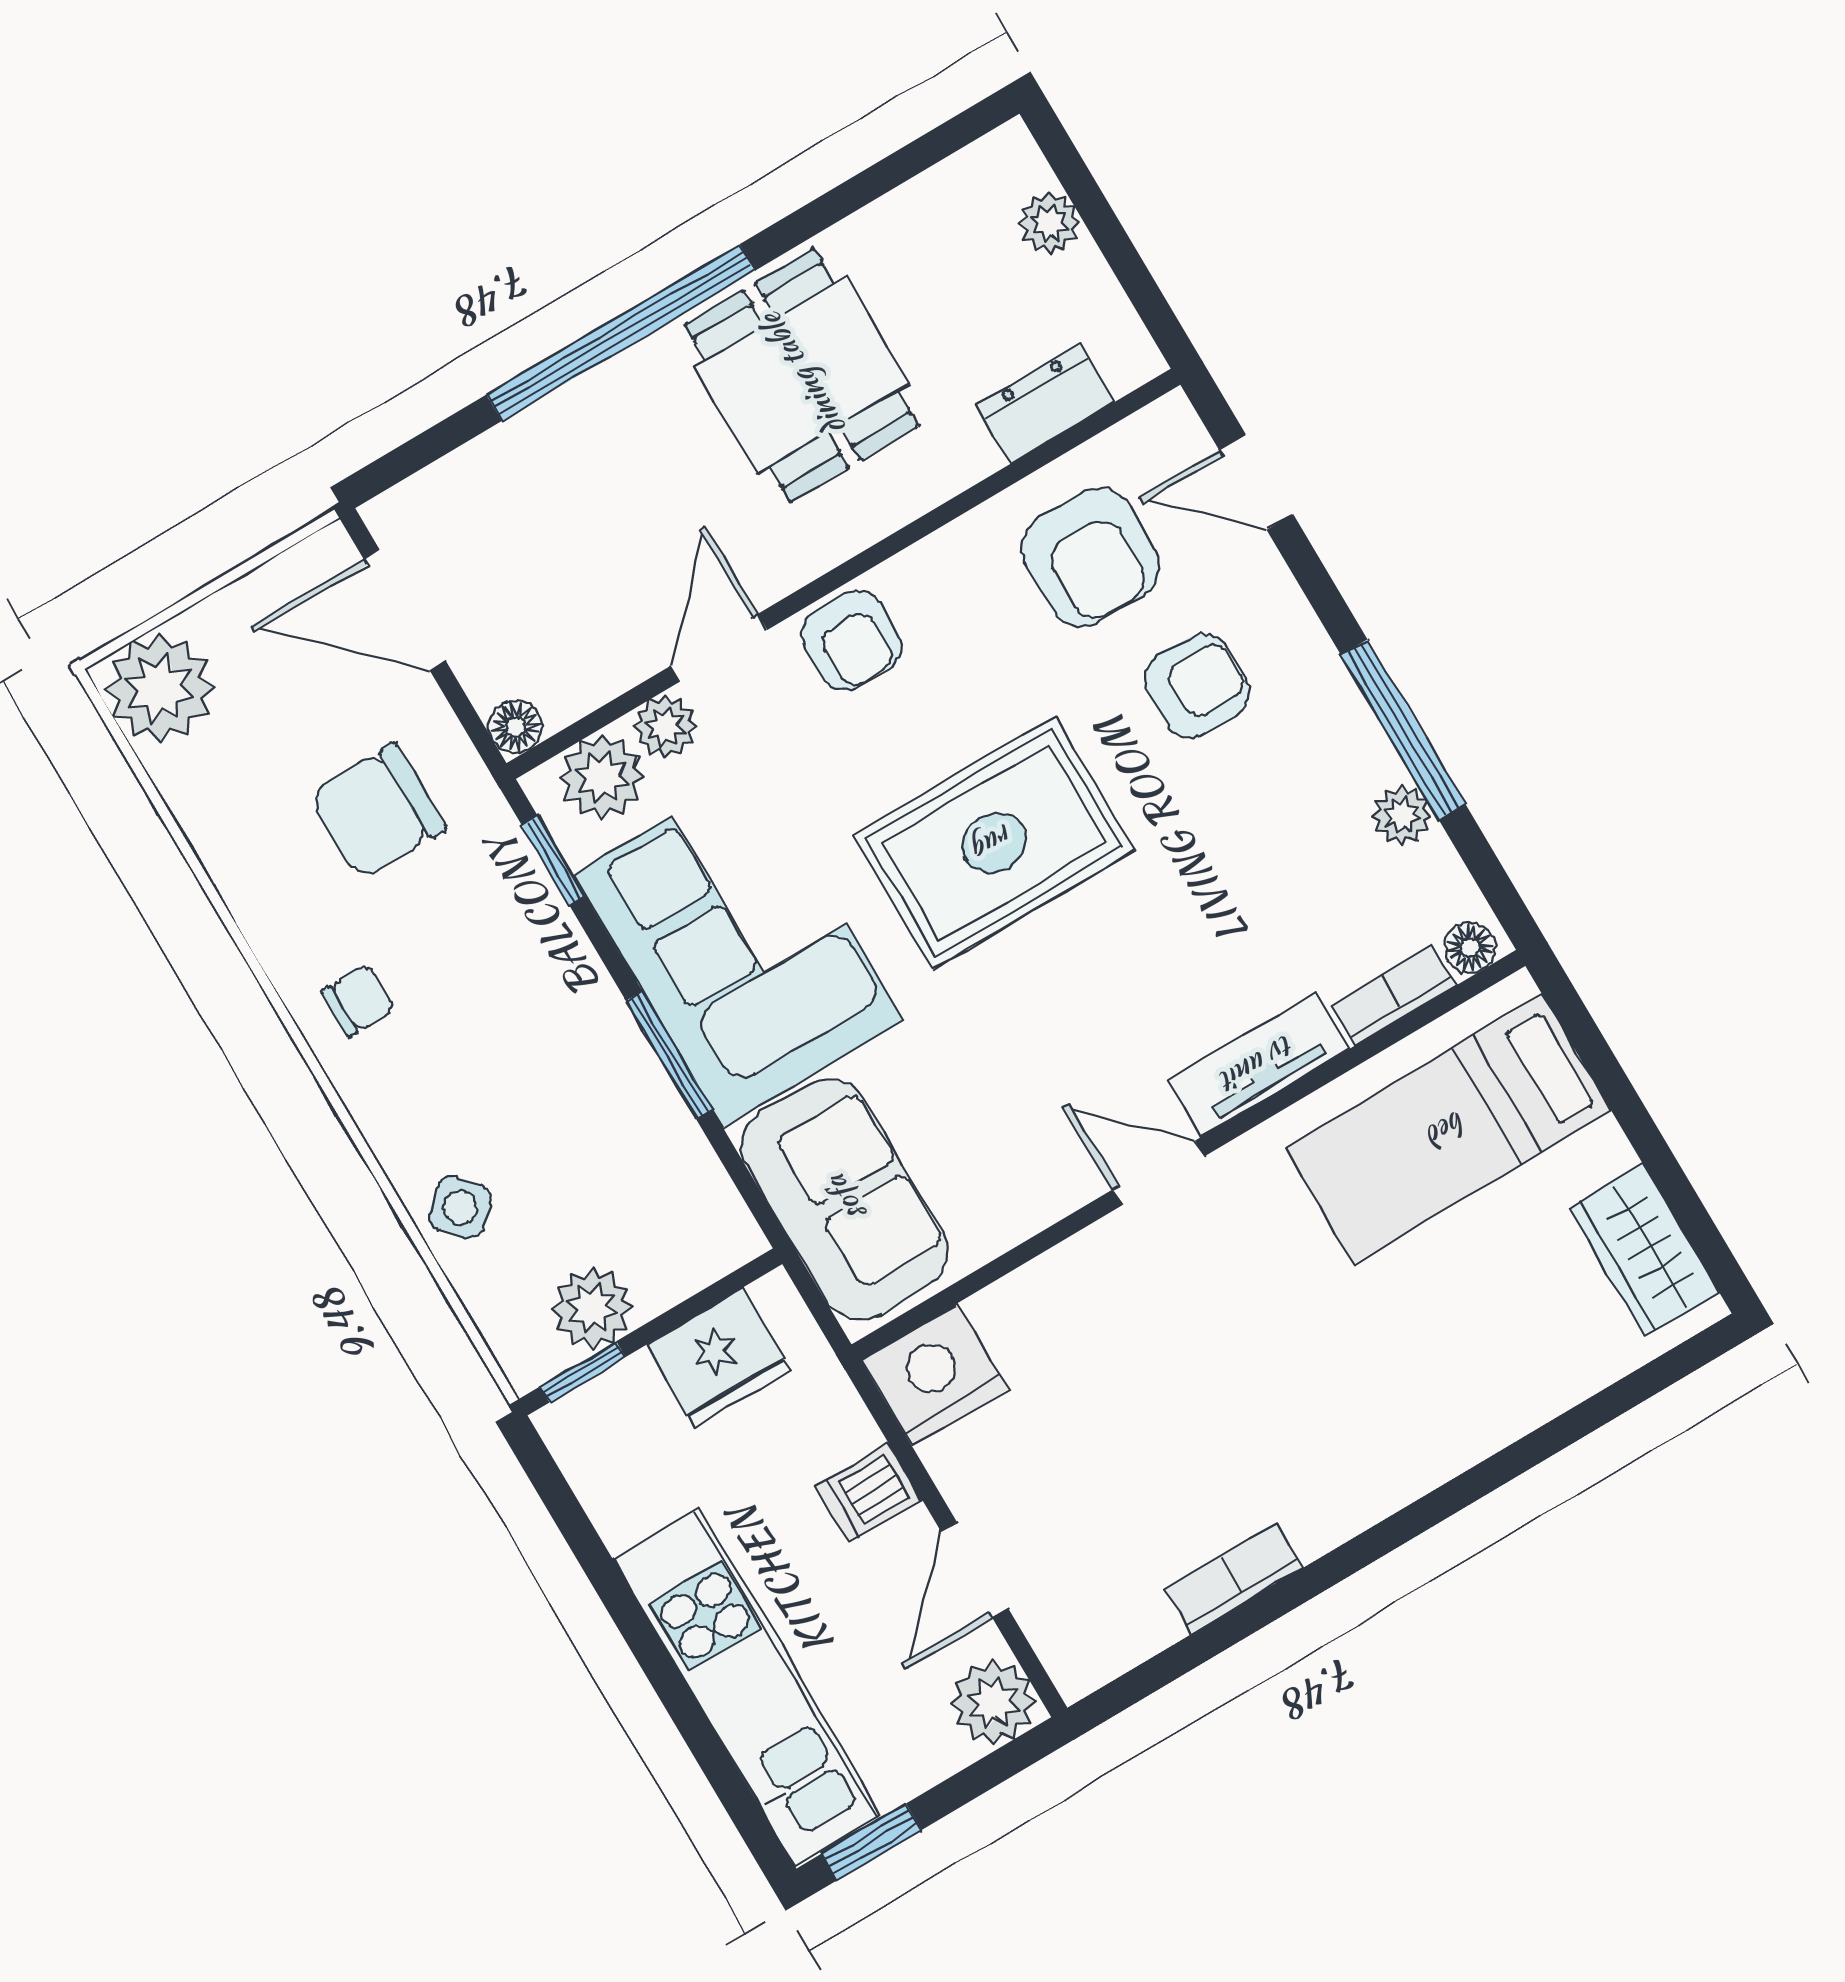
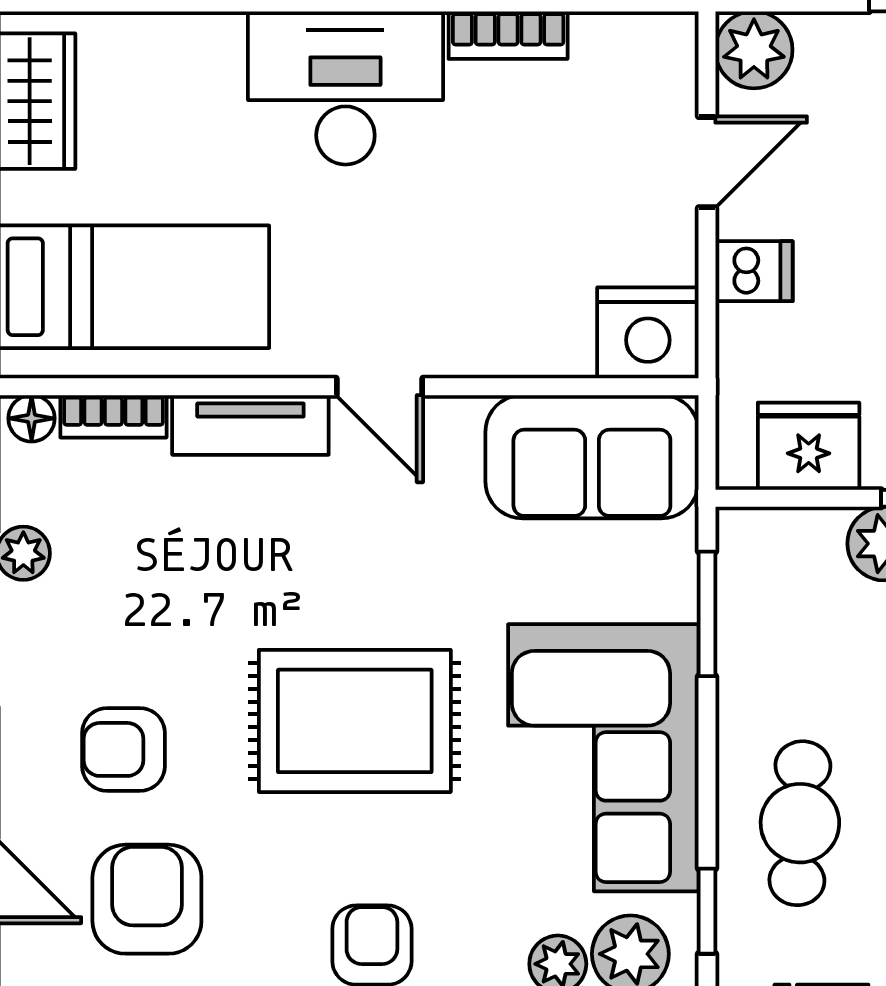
cafe table: (515, 996) -> (800, 823), added
window: (669, 1055) -> (707, 614), moved
sofa: (844, 1199) -> (592, 457), moved, turned -90
desk: (1358, 1437) -> (345, 88), added

